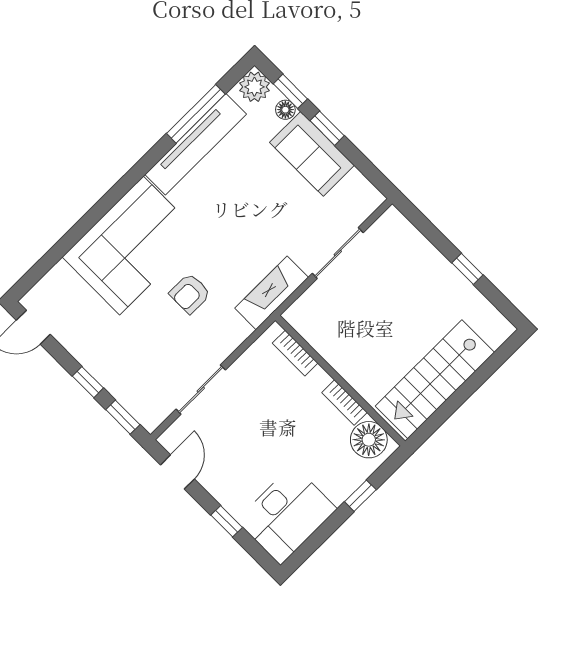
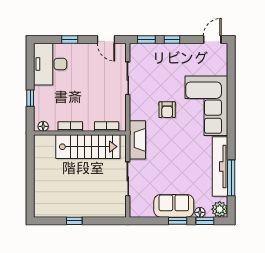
armchair: (190, 293) -> (167, 110), turned 180
stairs: (435, 379) -> (88, 147), moved, turned 90
floor lamp: (369, 440) -> (43, 126), width x0.53, depth x0.53

